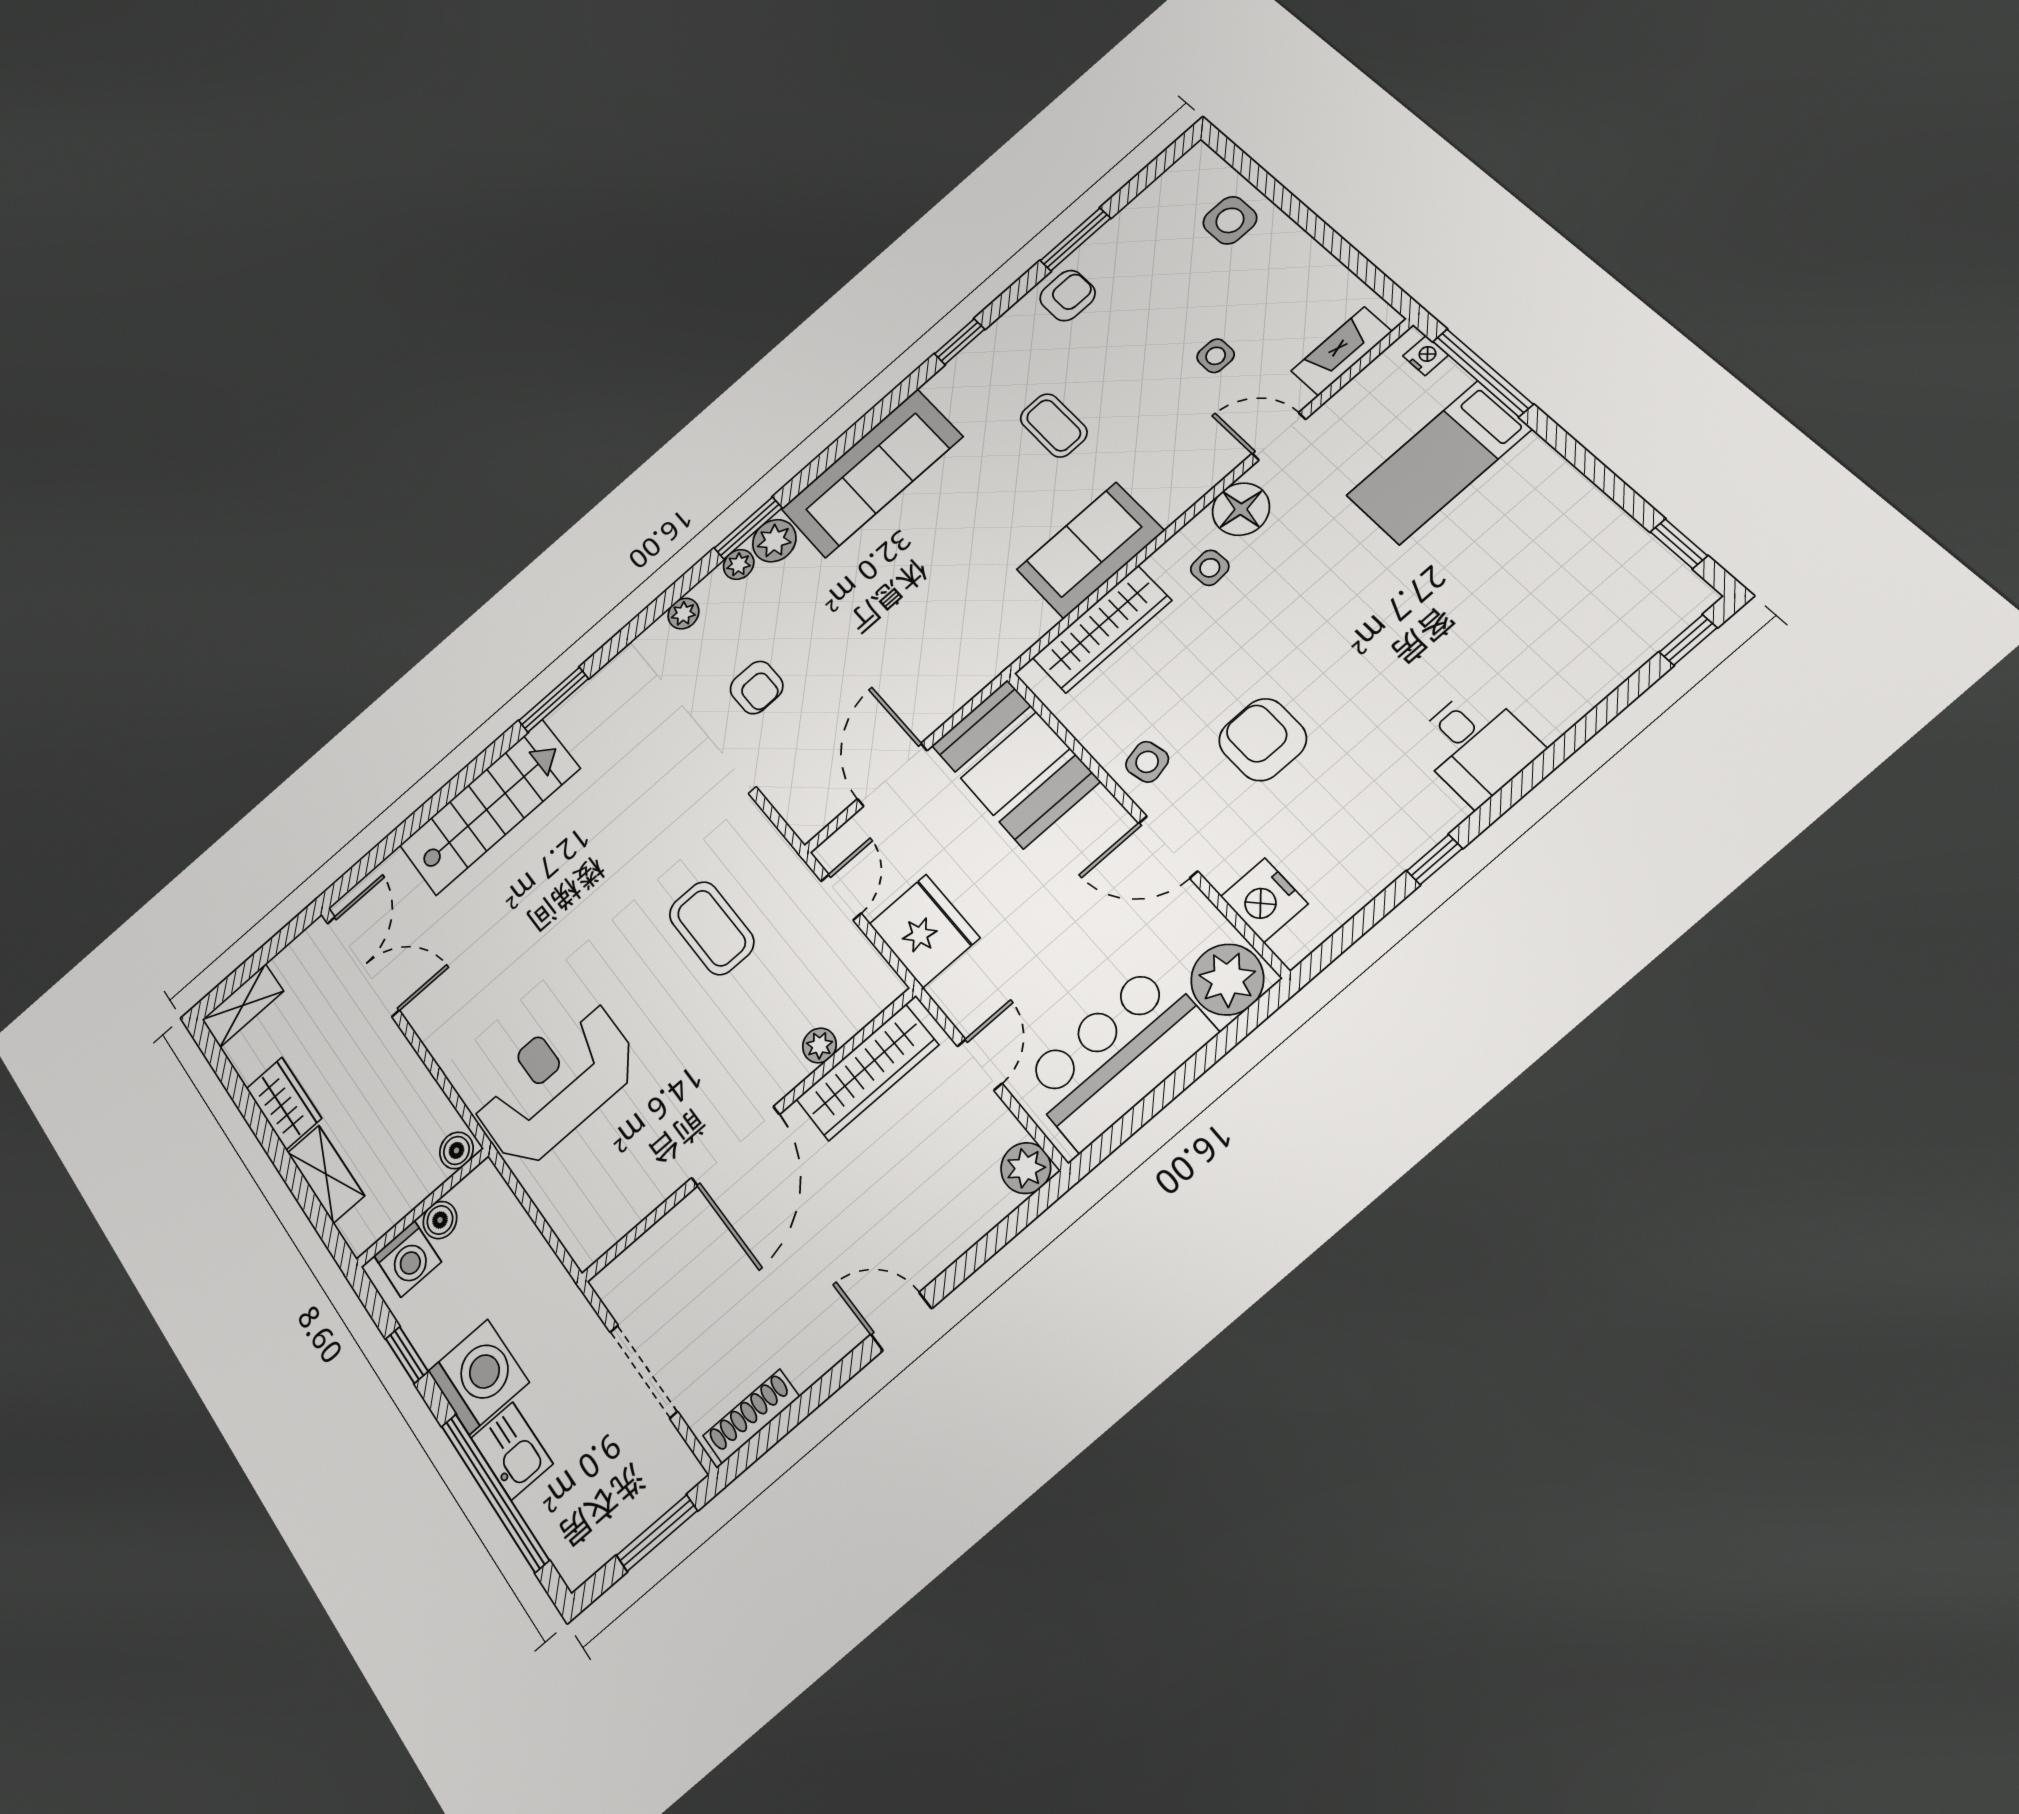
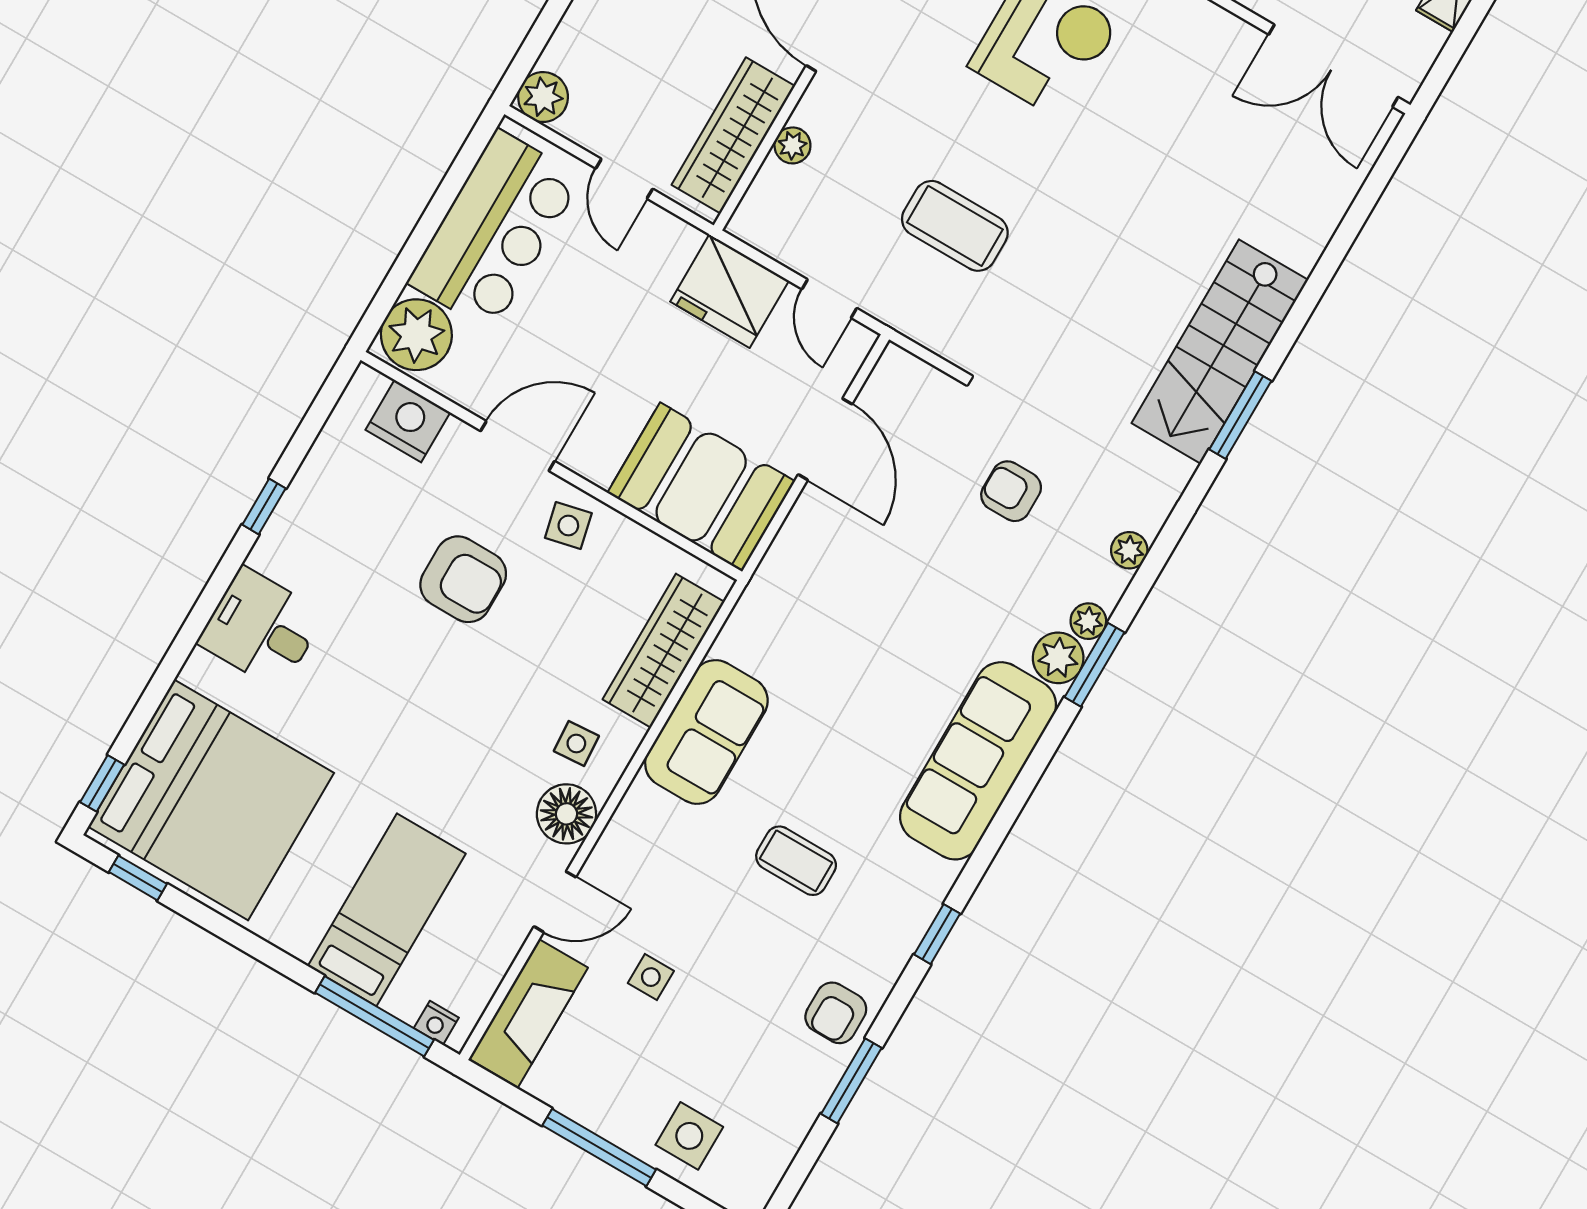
window: (1313, 225) -> (599, 1148), added
fireplace: (1341, 351) -> (528, 1013), width x1.37, depth x1.32
bed: (1580, 599) -> (211, 800), added
stairs: (489, 807) -> (1220, 352), moved

